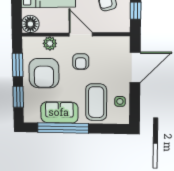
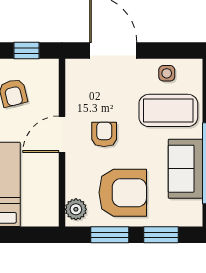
floor lamp: (30, 24) -> (45, 213), removed
plant: (50, 43) -> (76, 209), moved
armchair: (81, 61) -> (104, 134), turned -90

